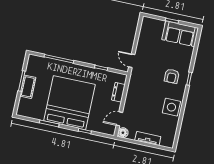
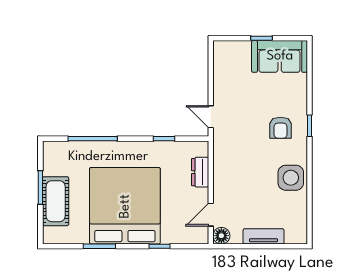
cot: (28, 87) -> (56, 201), width x1.37, depth x1.34

